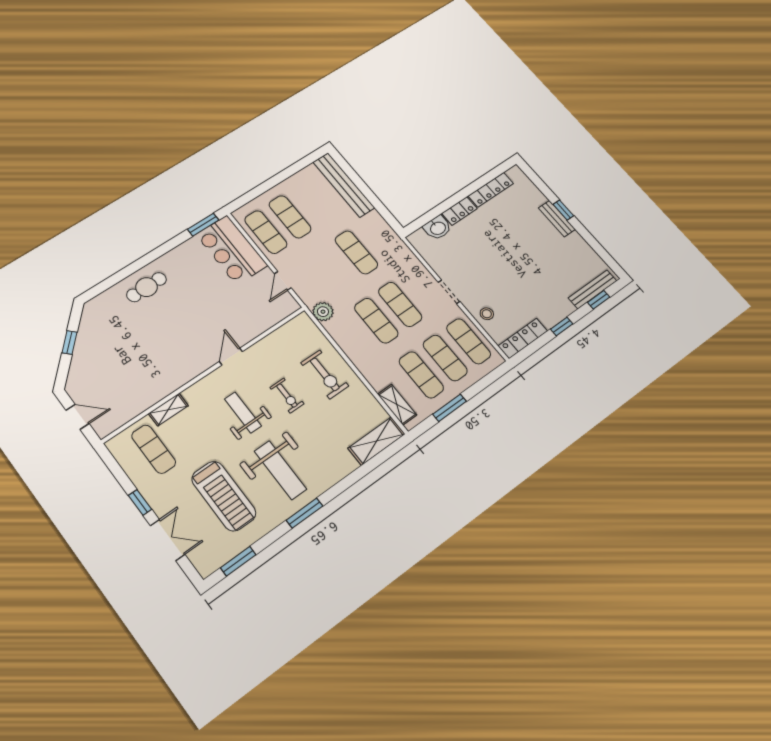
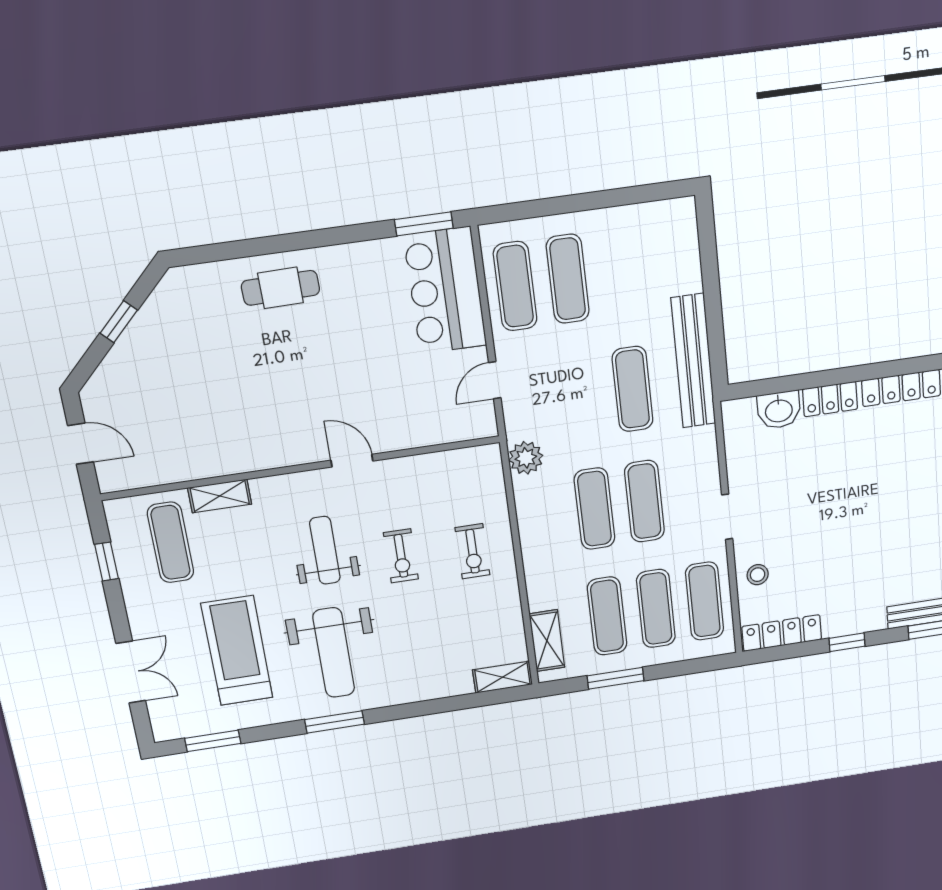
bench: (344, 185) -> (693, 361), moved
door: (231, 357) -> (352, 461), hinge flipped
exercise bike: (325, 374) -> (472, 551), width x0.73, depth x0.72
shelving: (377, 441) -> (503, 677), width x0.67, depth x0.75
treadmill: (224, 496) -> (237, 651), turned 180
window: (140, 502) -> (106, 561), moved

